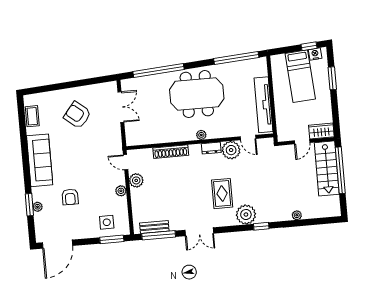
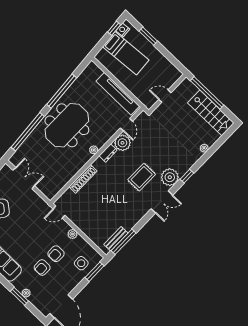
window: (236, 58) -> (62, 91), moved
wardrobe: (321, 131) -> (172, 78), removed
door: (248, 138) -> (126, 125), hinge flipped
door: (302, 142) -> (165, 96), swing flipped
stairs: (327, 168) -> (211, 113), moved
plant: (136, 180) -> (77, 218), removed
rug: (222, 194) -> (142, 177), turned 90
armchair: (92, 195) -> (56, 254), added
armchair: (70, 197) -> (42, 268), turned 90
double door: (199, 232) -> (162, 202), moved

